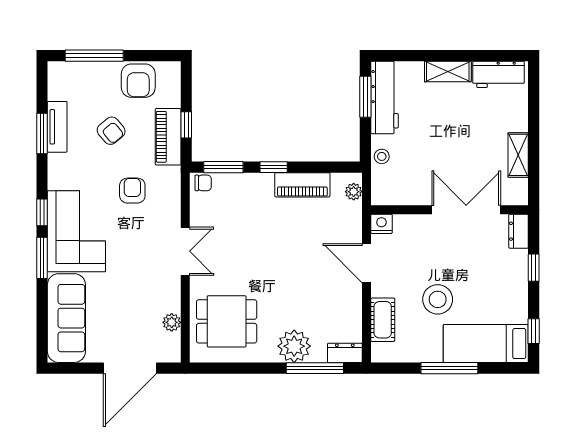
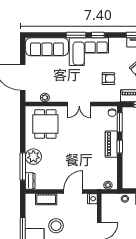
piano: (302, 185) -> (111, 144), moved

